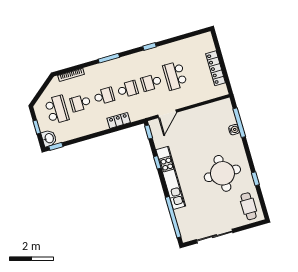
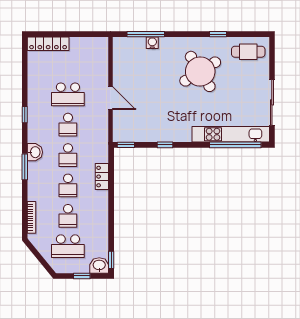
washbasin: (123, 63) -> (35, 152), added
locker: (216, 68) -> (48, 44), moved
school desk: (128, 89) -> (68, 155), turned 180
school desk: (104, 96) -> (68, 185), turned 180
school desk: (57, 110) -> (68, 246), turned 180
door: (167, 114) -> (111, 98), moved
round table: (222, 173) -> (200, 71), turned -32
kitchen unit: (171, 178) -> (231, 134), moved

